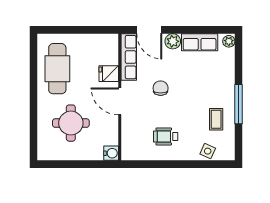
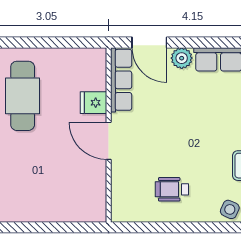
chair: (161, 88) -> (165, 123), removed
round table: (71, 123) -> (41, 171), removed
water cooler: (111, 153) -> (97, 212), removed

